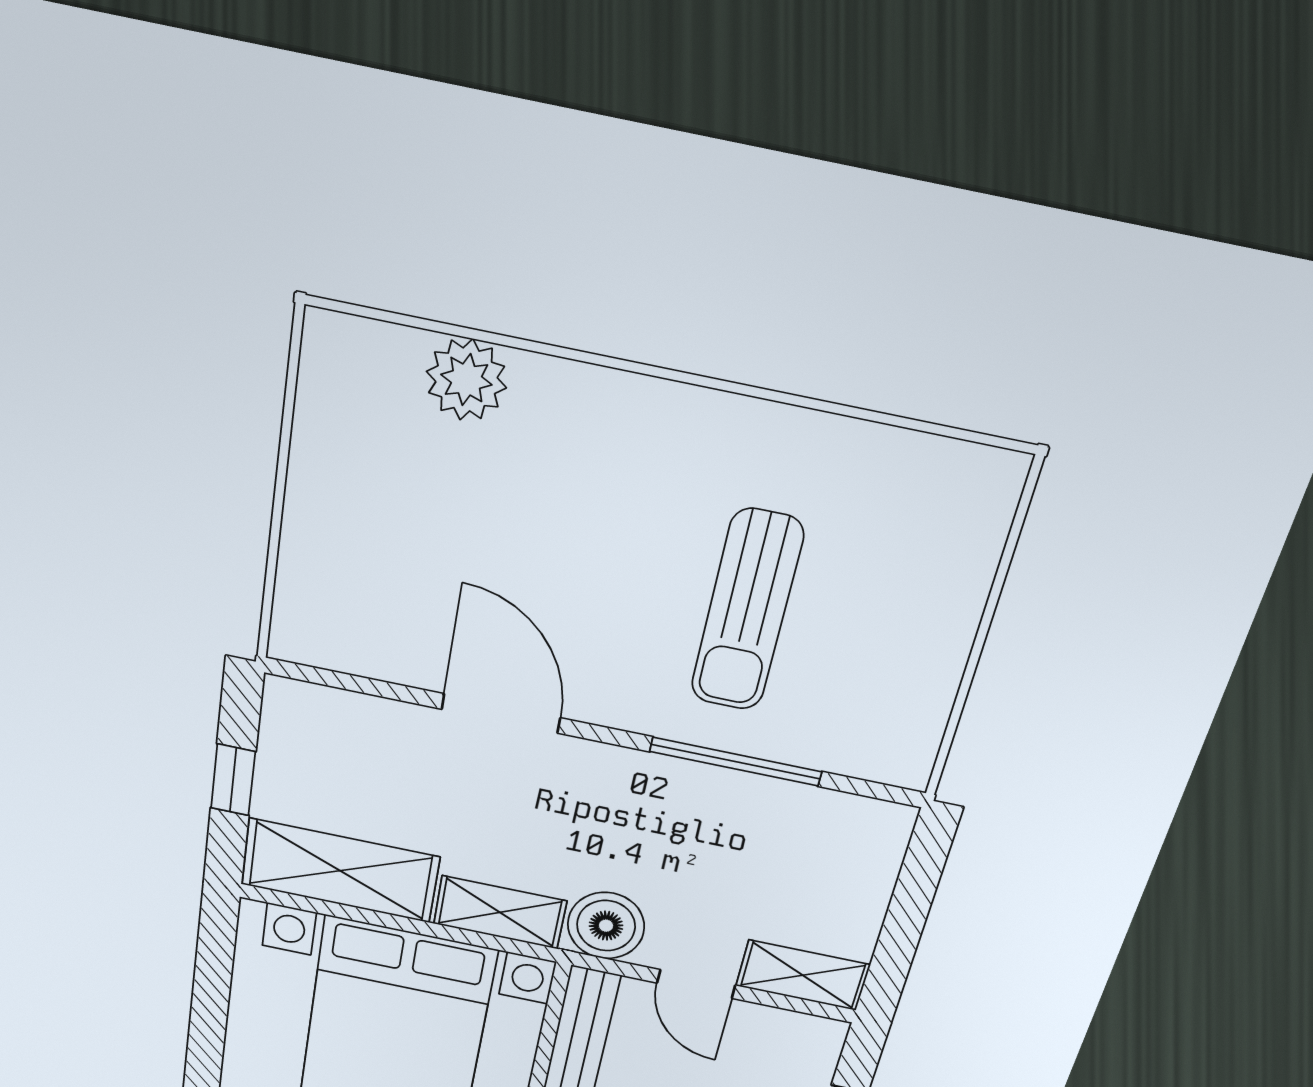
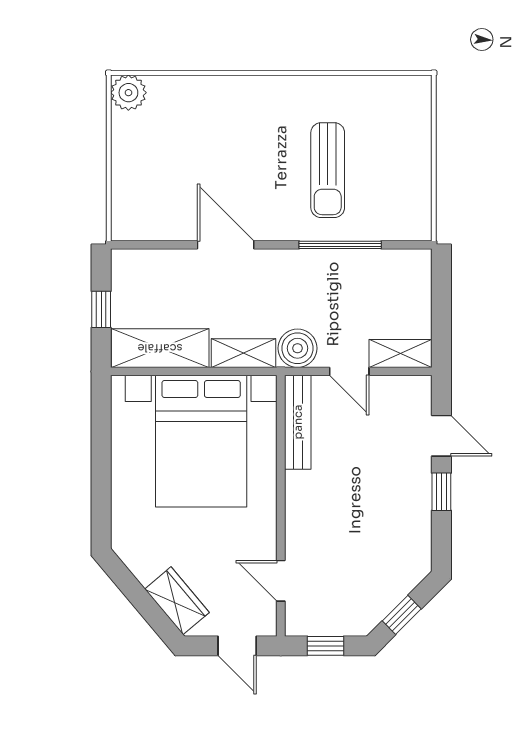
plant: (466, 380) -> (128, 93), moved

